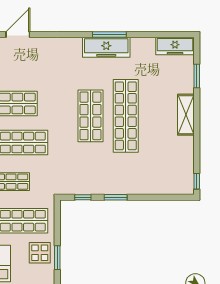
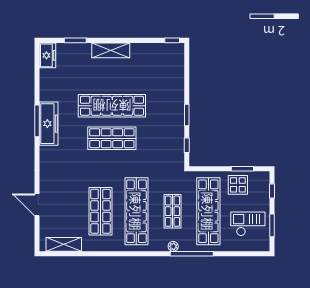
freezer: (175, 46) -> (48, 55), width x0.71

